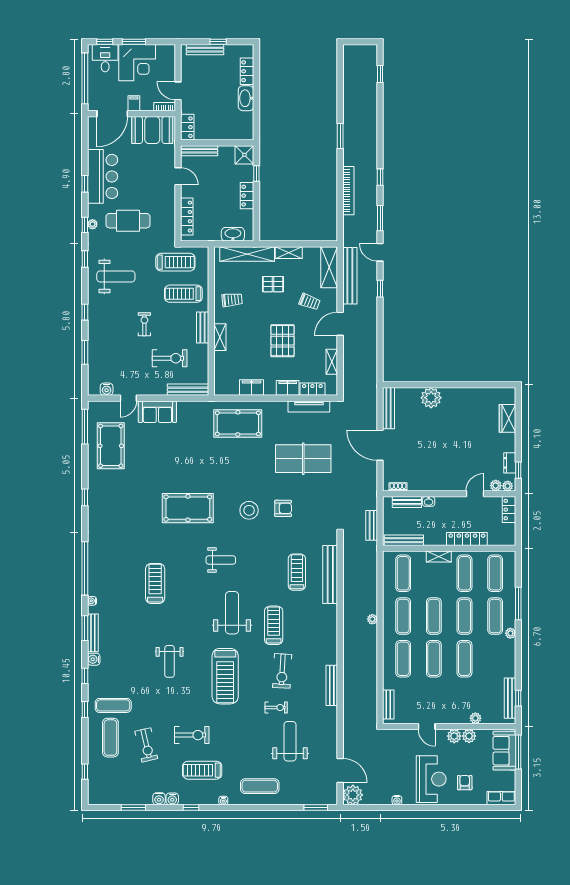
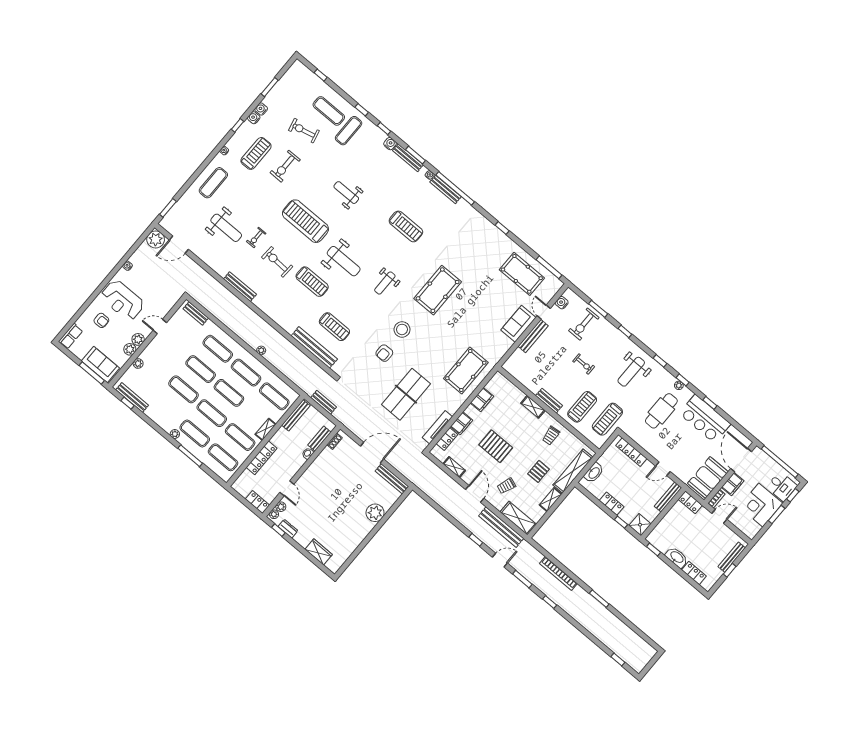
filing cabinet: (134, 103) -> (733, 484), width x2.00
window: (256, 124) -> (654, 550), added
exercise bike: (170, 358) -> (584, 324), moved
bench: (188, 390) -> (533, 336), moved
bench: (93, 576) -> (445, 189), added

